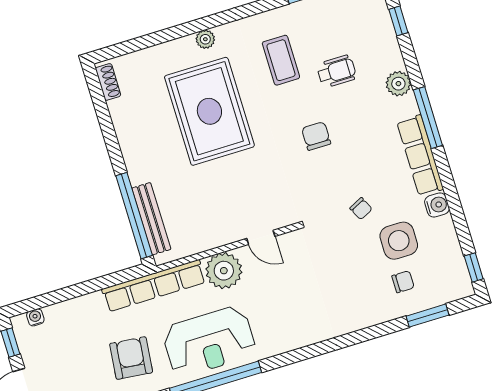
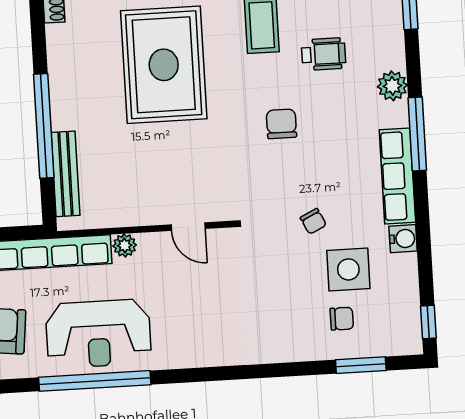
window: (134, 216) -> (44, 126), moved
plant: (224, 271) -> (125, 245), width x0.53, depth x0.53

